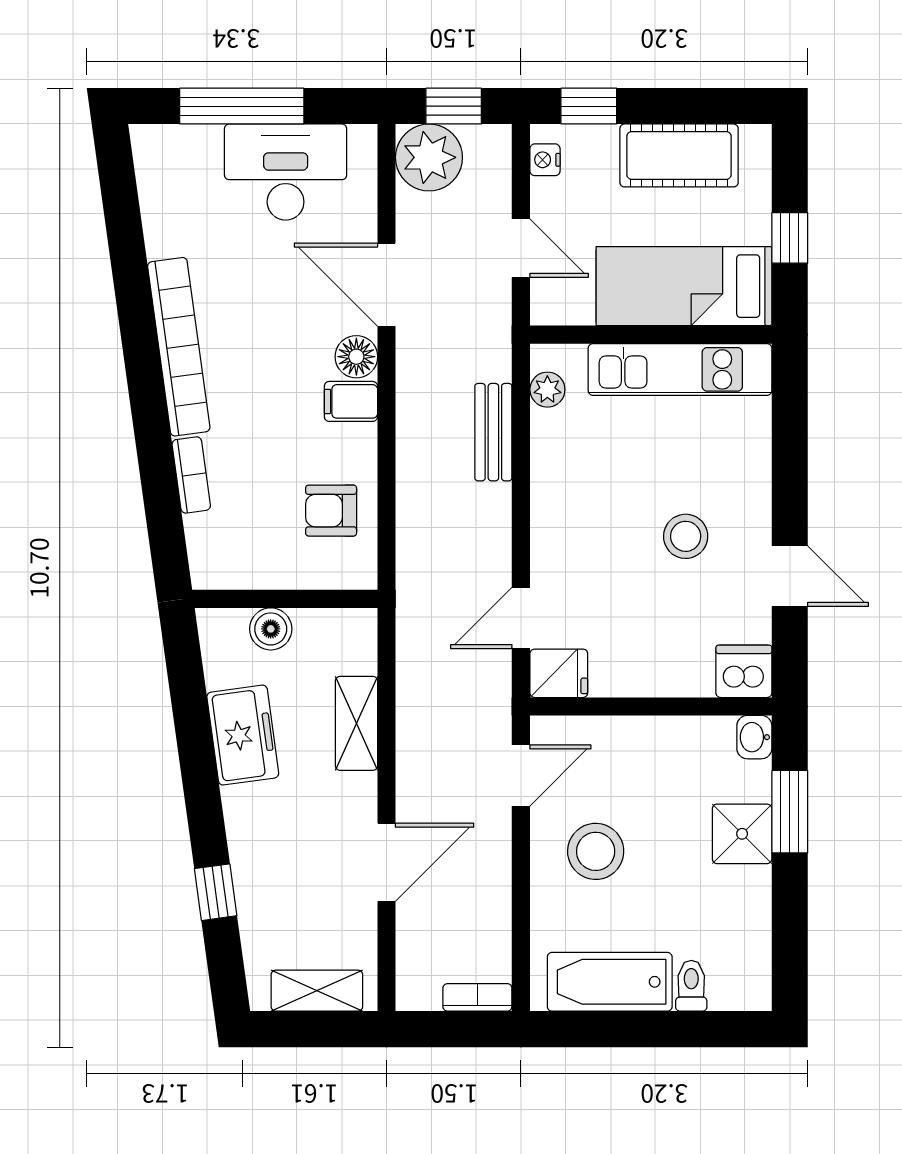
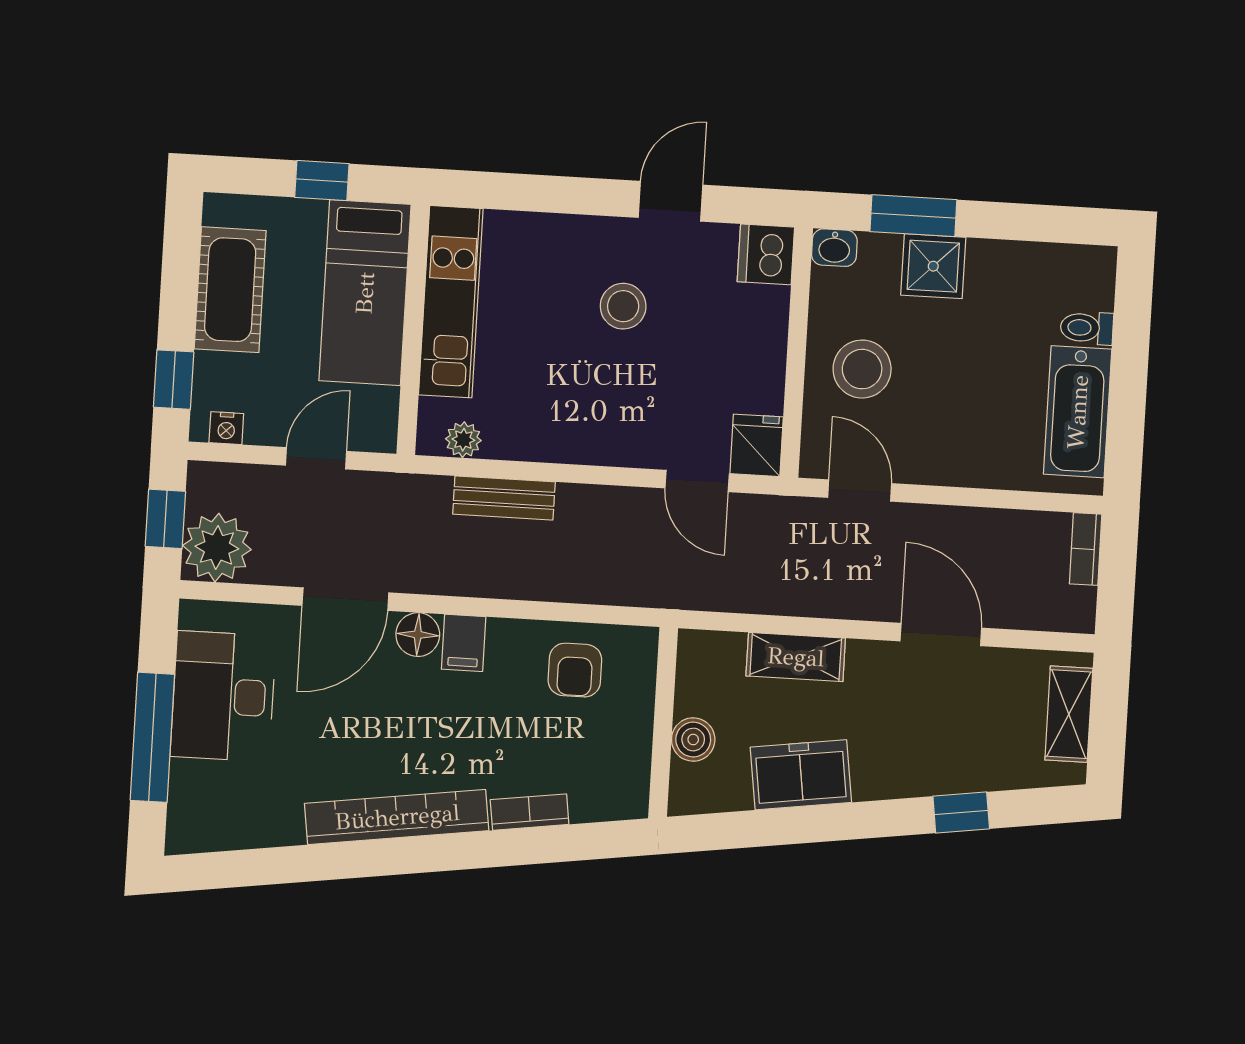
stool: (596, 851) -> (862, 369), moved

